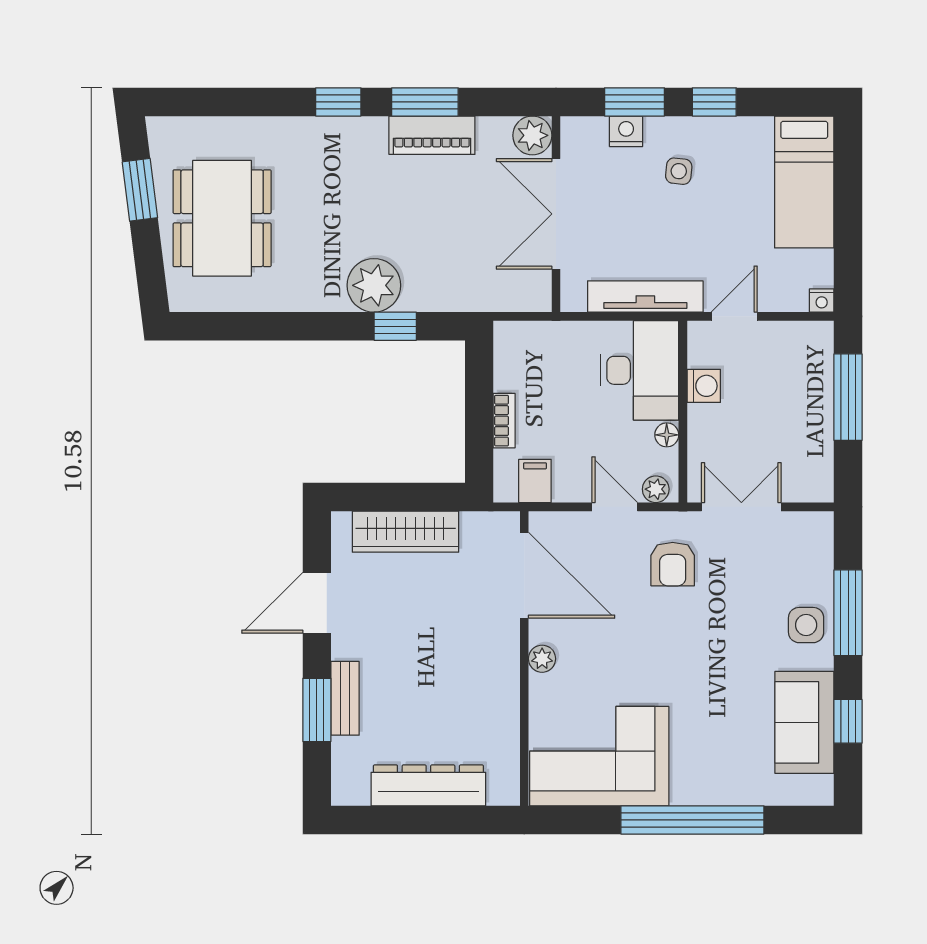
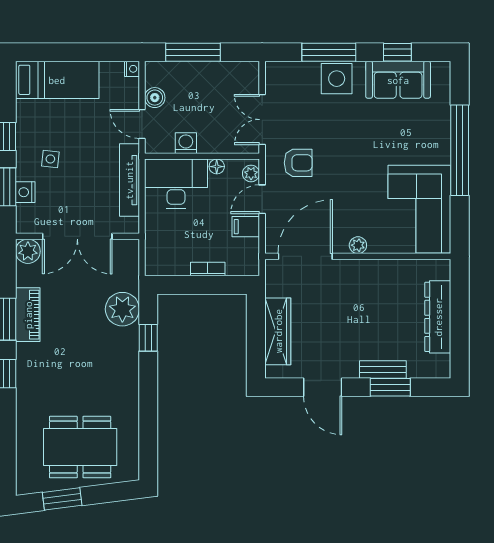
plant: (374, 285) -> (122, 309), moved
boiler: (776, 337) -> (155, 98), added
filing cabinet: (535, 481) -> (246, 227), moved
side table: (806, 625) -> (337, 79), width x1.37, depth x1.37

